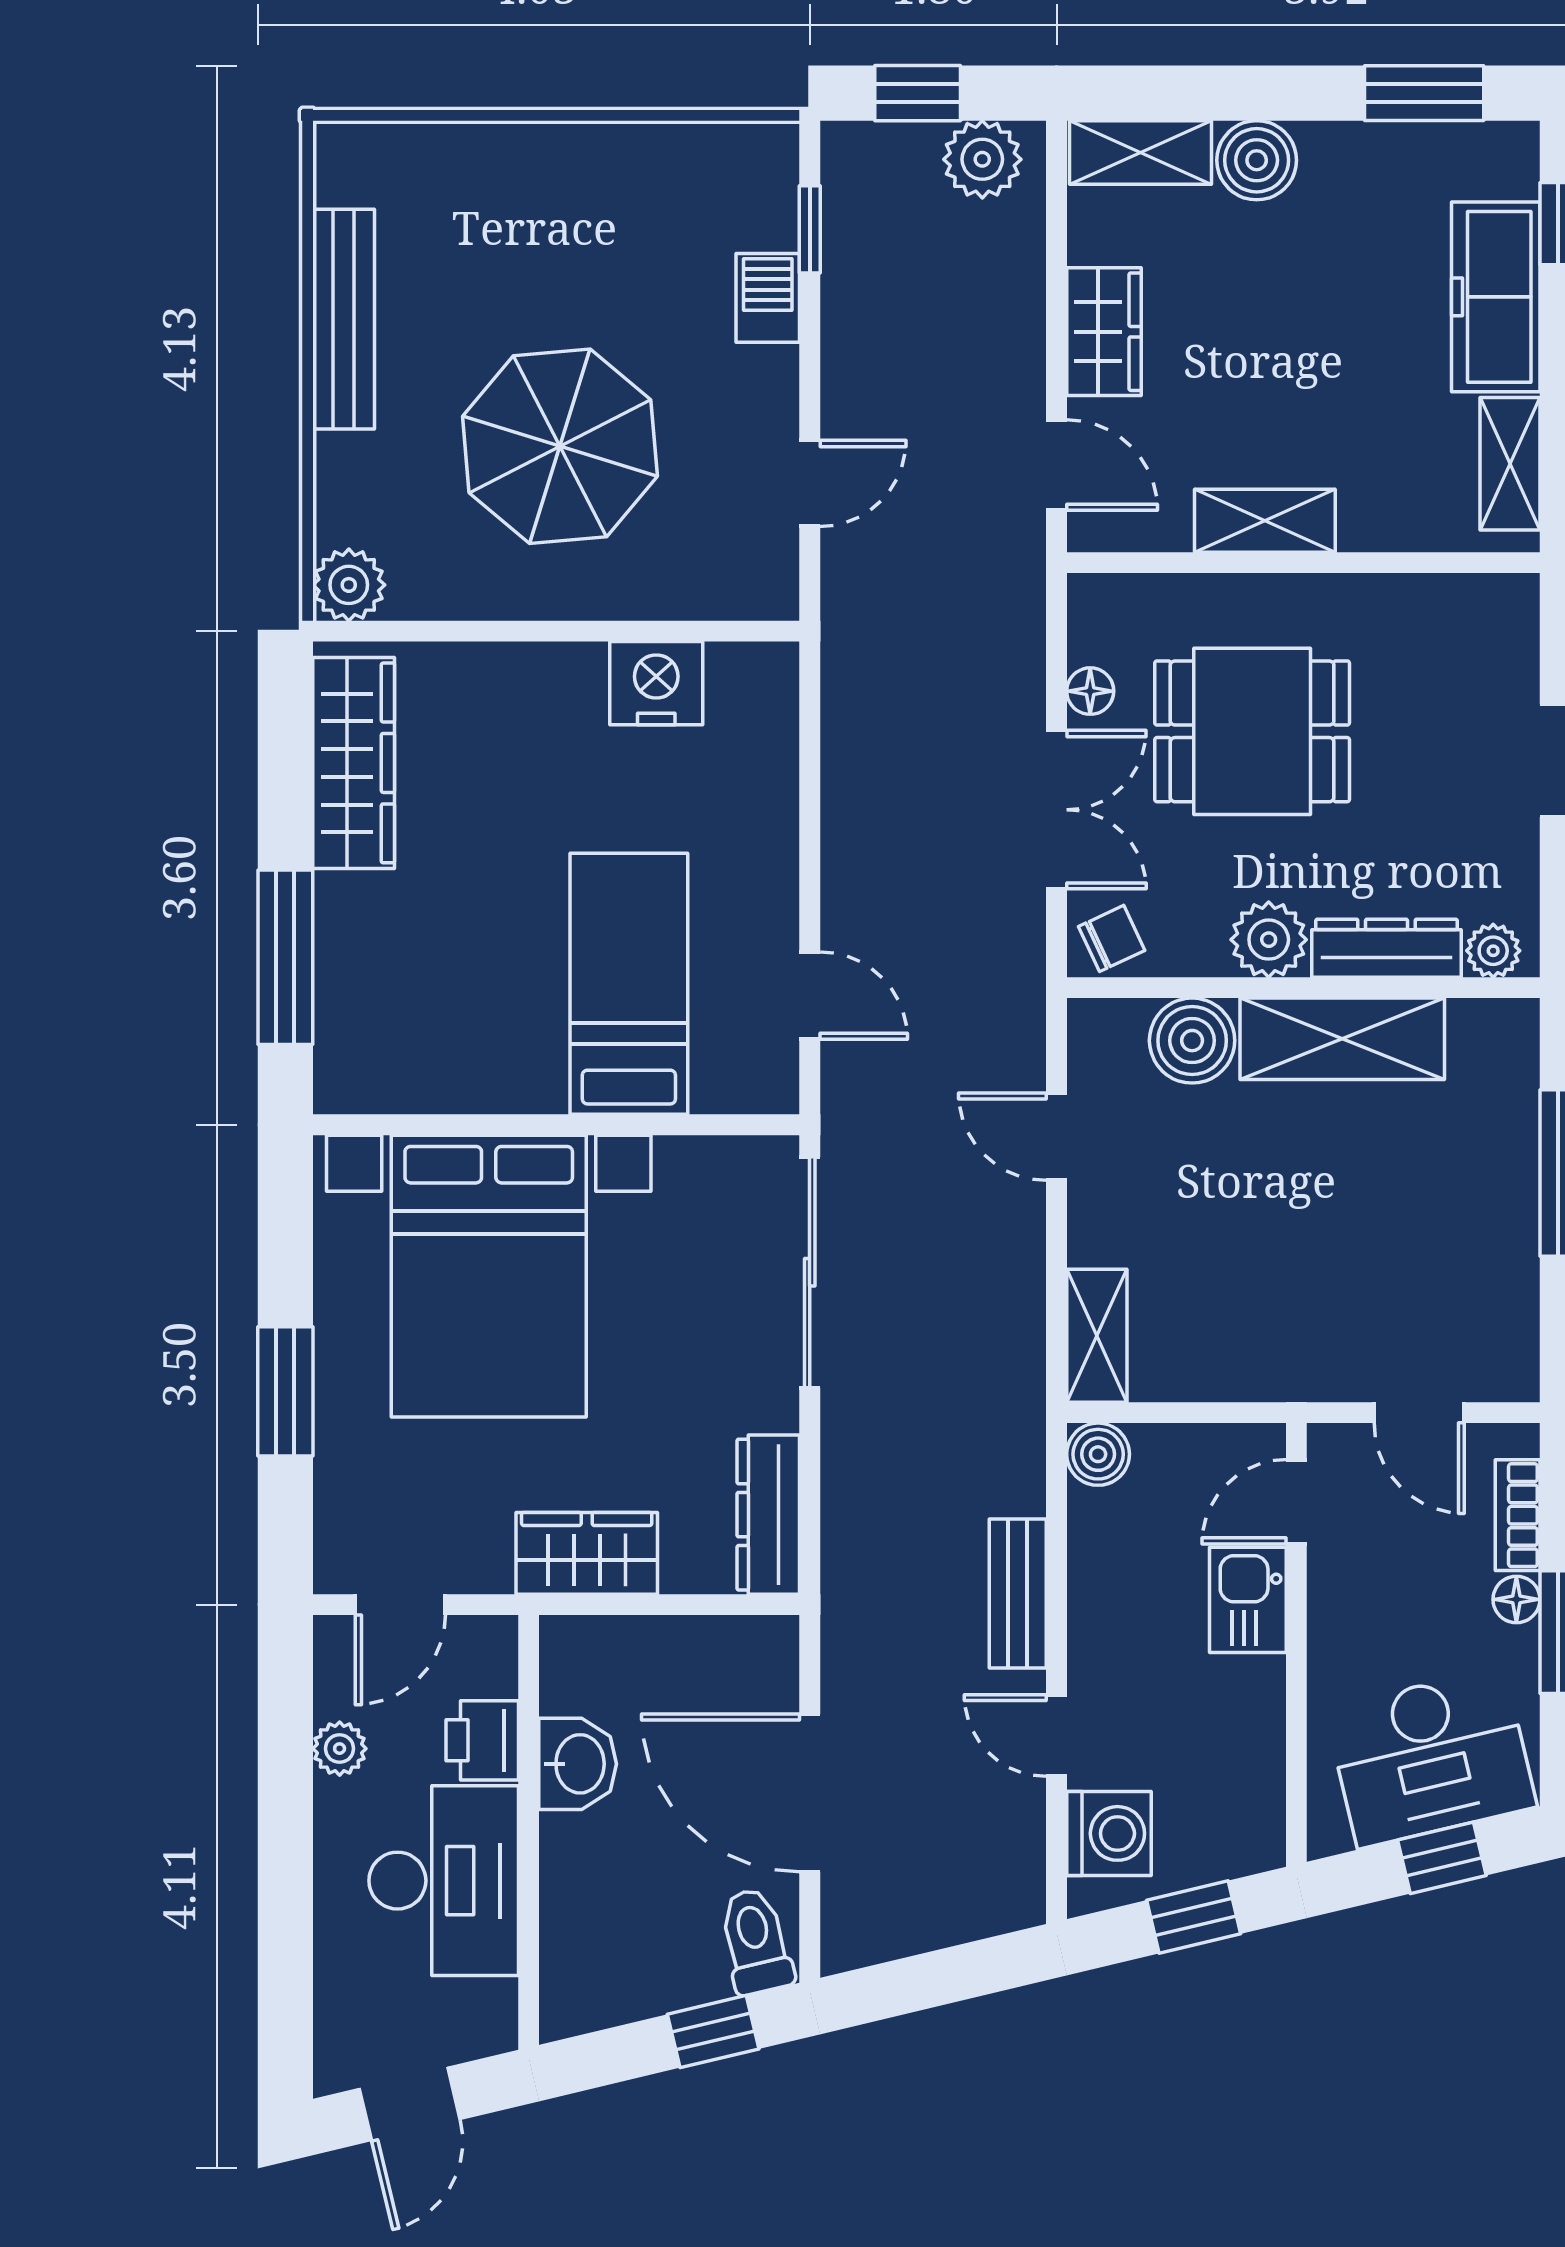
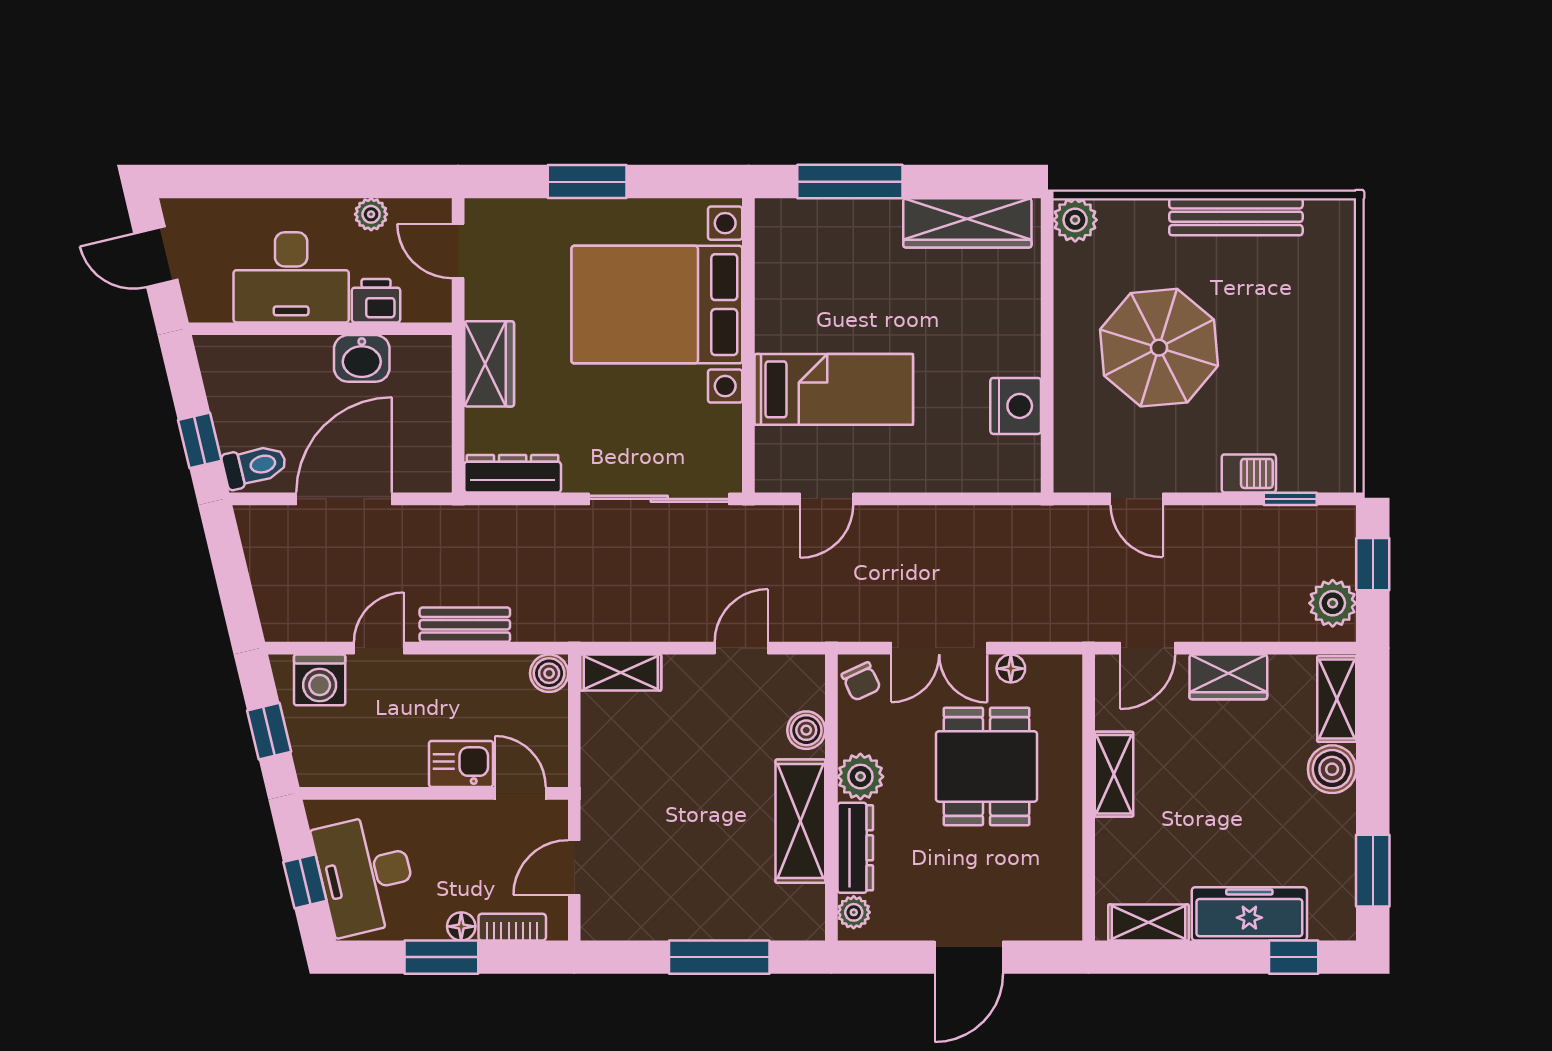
boiler: (1192, 1041) -> (806, 730), width x0.73, depth x0.73

